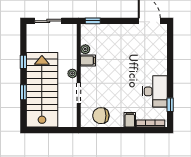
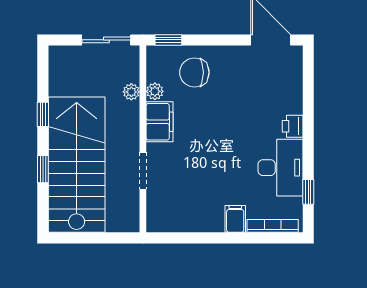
sliding door: (48, 21) -> (106, 40), moved
filing cabinet: (88, 60) -> (160, 122), width x2.00
printer: (161, 69) -> (293, 126), added
plant: (72, 73) -> (131, 92), moved
chair: (101, 116) -> (194, 72), moved

